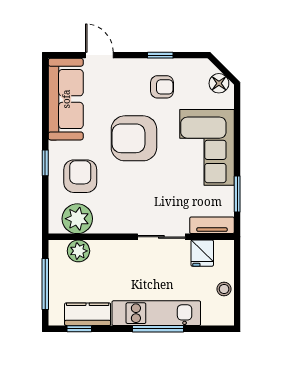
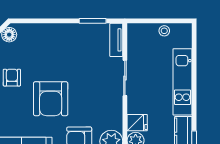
corner sofa: (207, 147) -> (58, 44), removed
fridge: (202, 253) -> (137, 123), moved
window: (158, 329) -> (194, 81), removed

